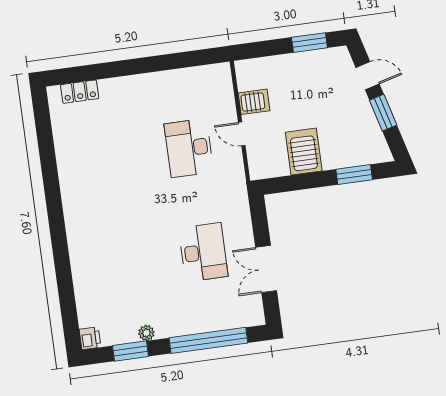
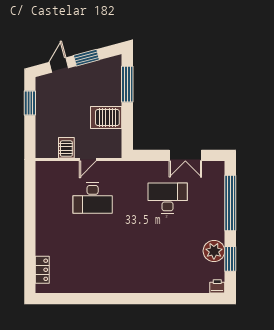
window: (354, 175) -> (127, 84), width x1.44
plant: (146, 333) -> (214, 251), width x1.88, depth x1.88

